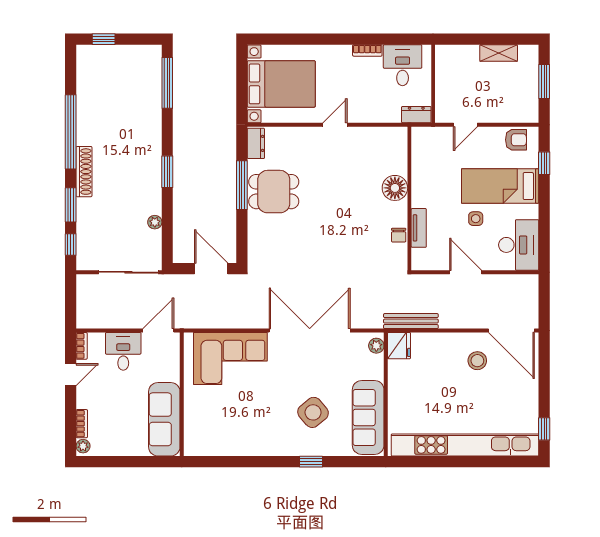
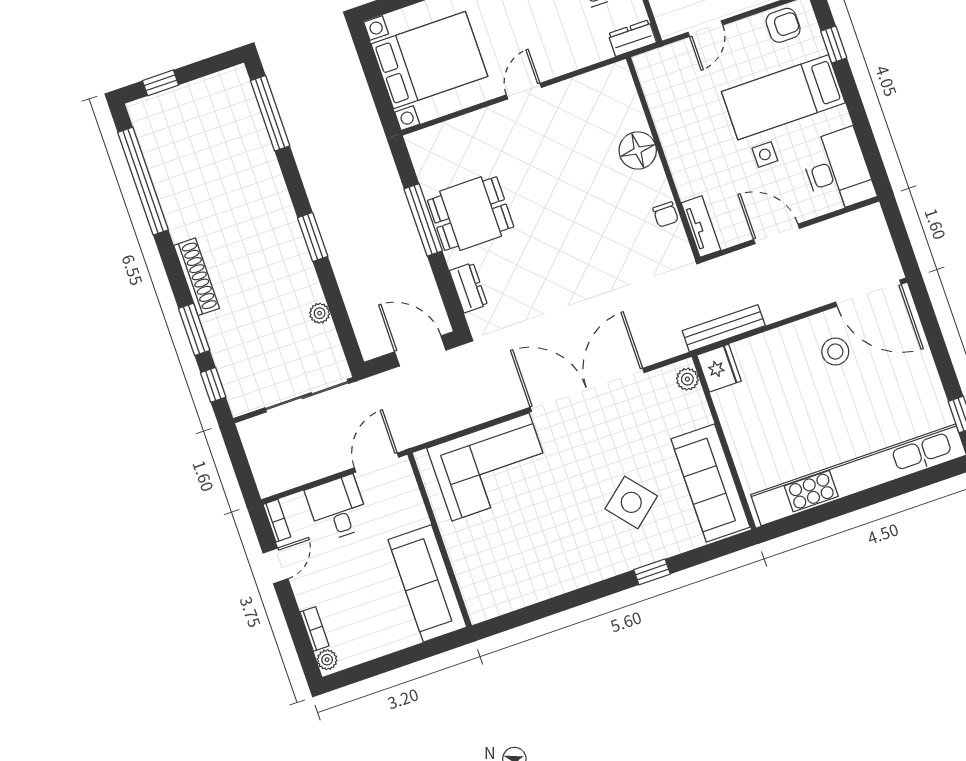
window: (71, 132) -> (143, 181), moved
dresser: (256, 143) -> (468, 288), moved
tv unit: (419, 228) -> (701, 227), moved

